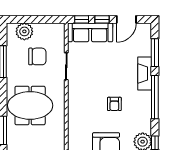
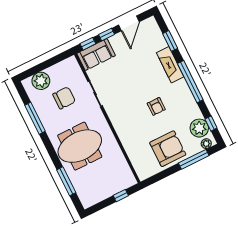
sofa: (90, 32) -> (96, 55), width x0.73
window: (155, 53) -> (170, 41), width x0.69

